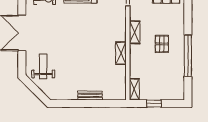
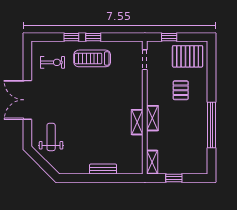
shelving: (135, 32) -> (152, 118), moved
pallet: (162, 44) -> (181, 90), moved

